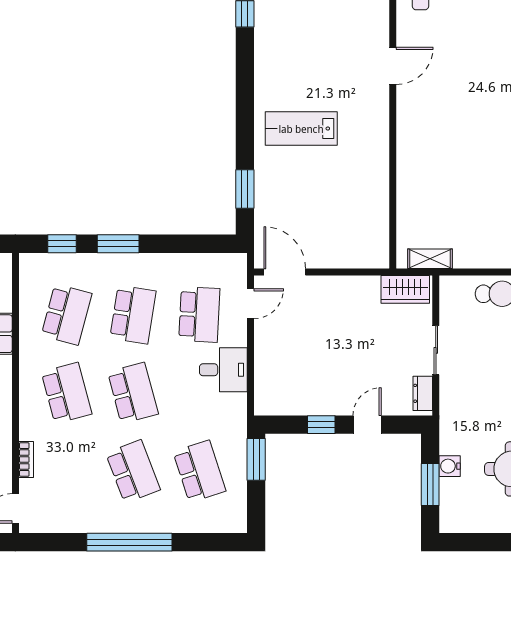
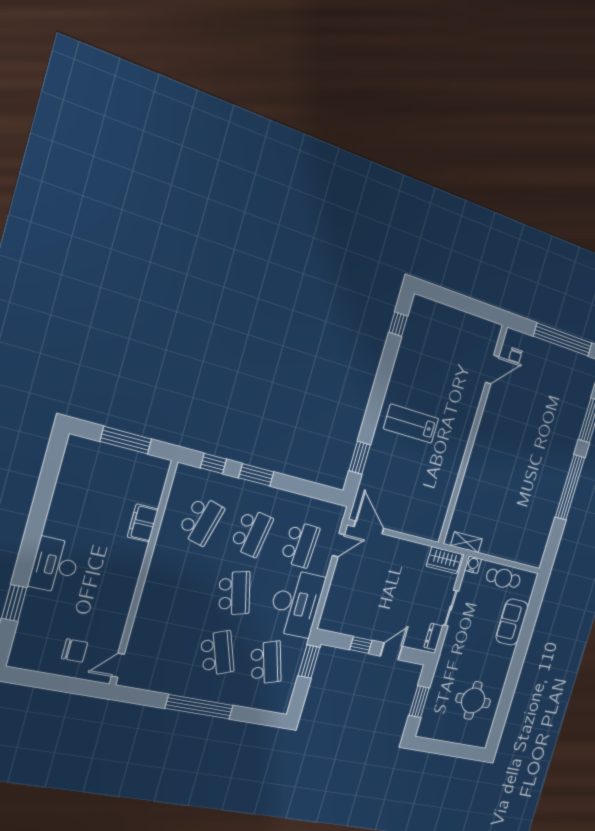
door: (393, 66) -> (492, 369), moved
desk: (223, 370) -> (296, 603), width x1.87, depth x1.30
school desk: (66, 393) -> (184, 582), removed
bookcase: (26, 459) -> (137, 628), removed
water cooler: (450, 466) -> (473, 565), moved, turned 90

